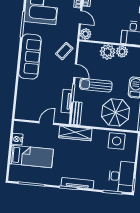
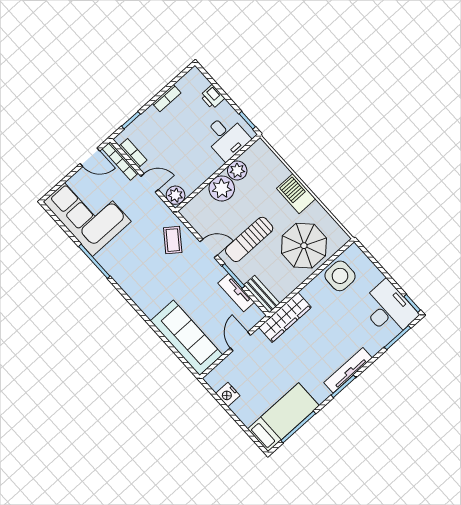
sofa: (30, 57) -> (186, 338), moved
bed: (31, 156) -> (283, 417), moved

